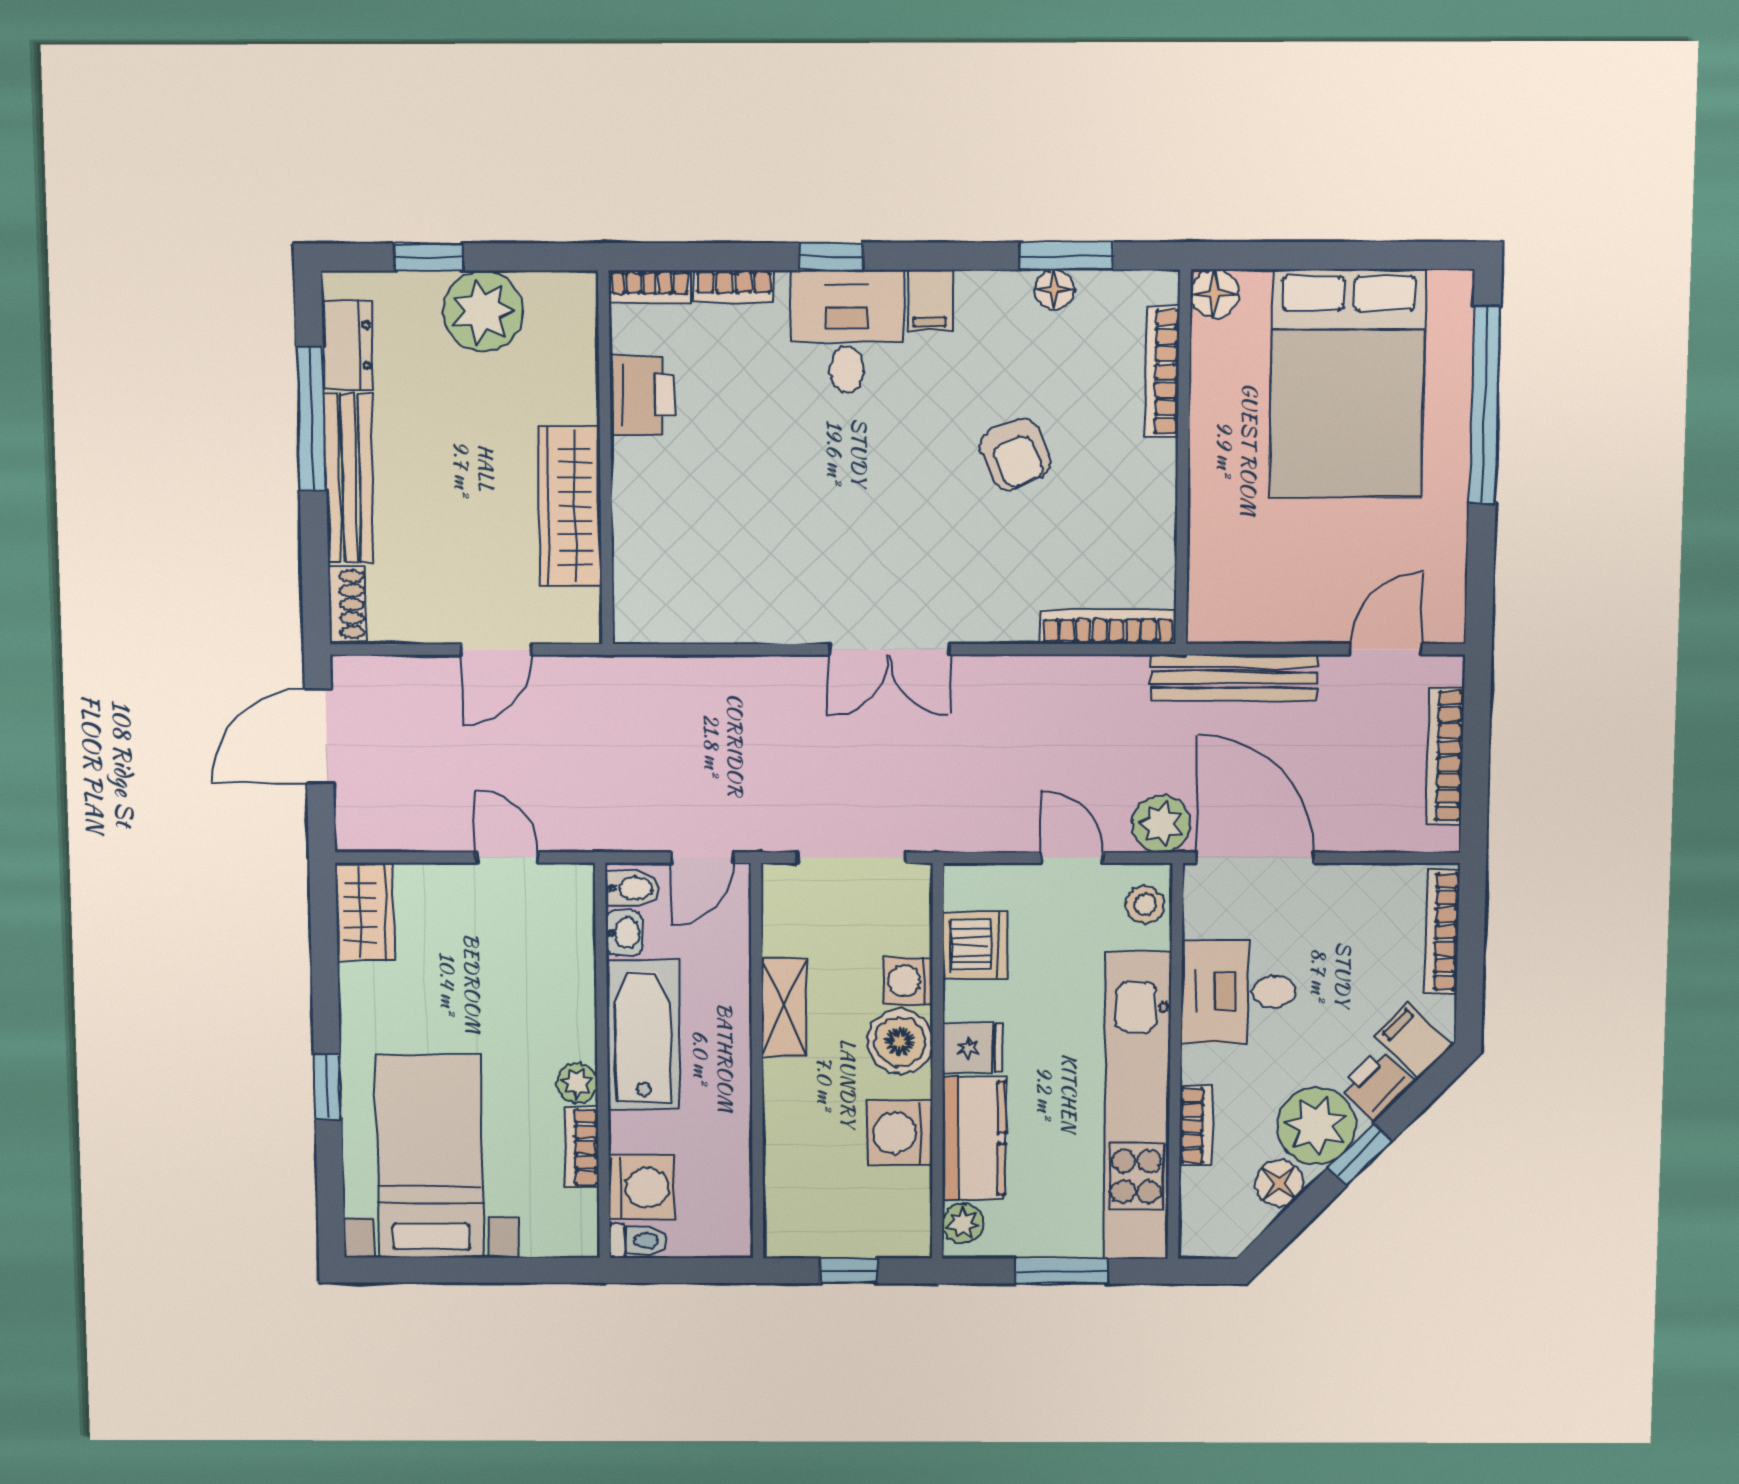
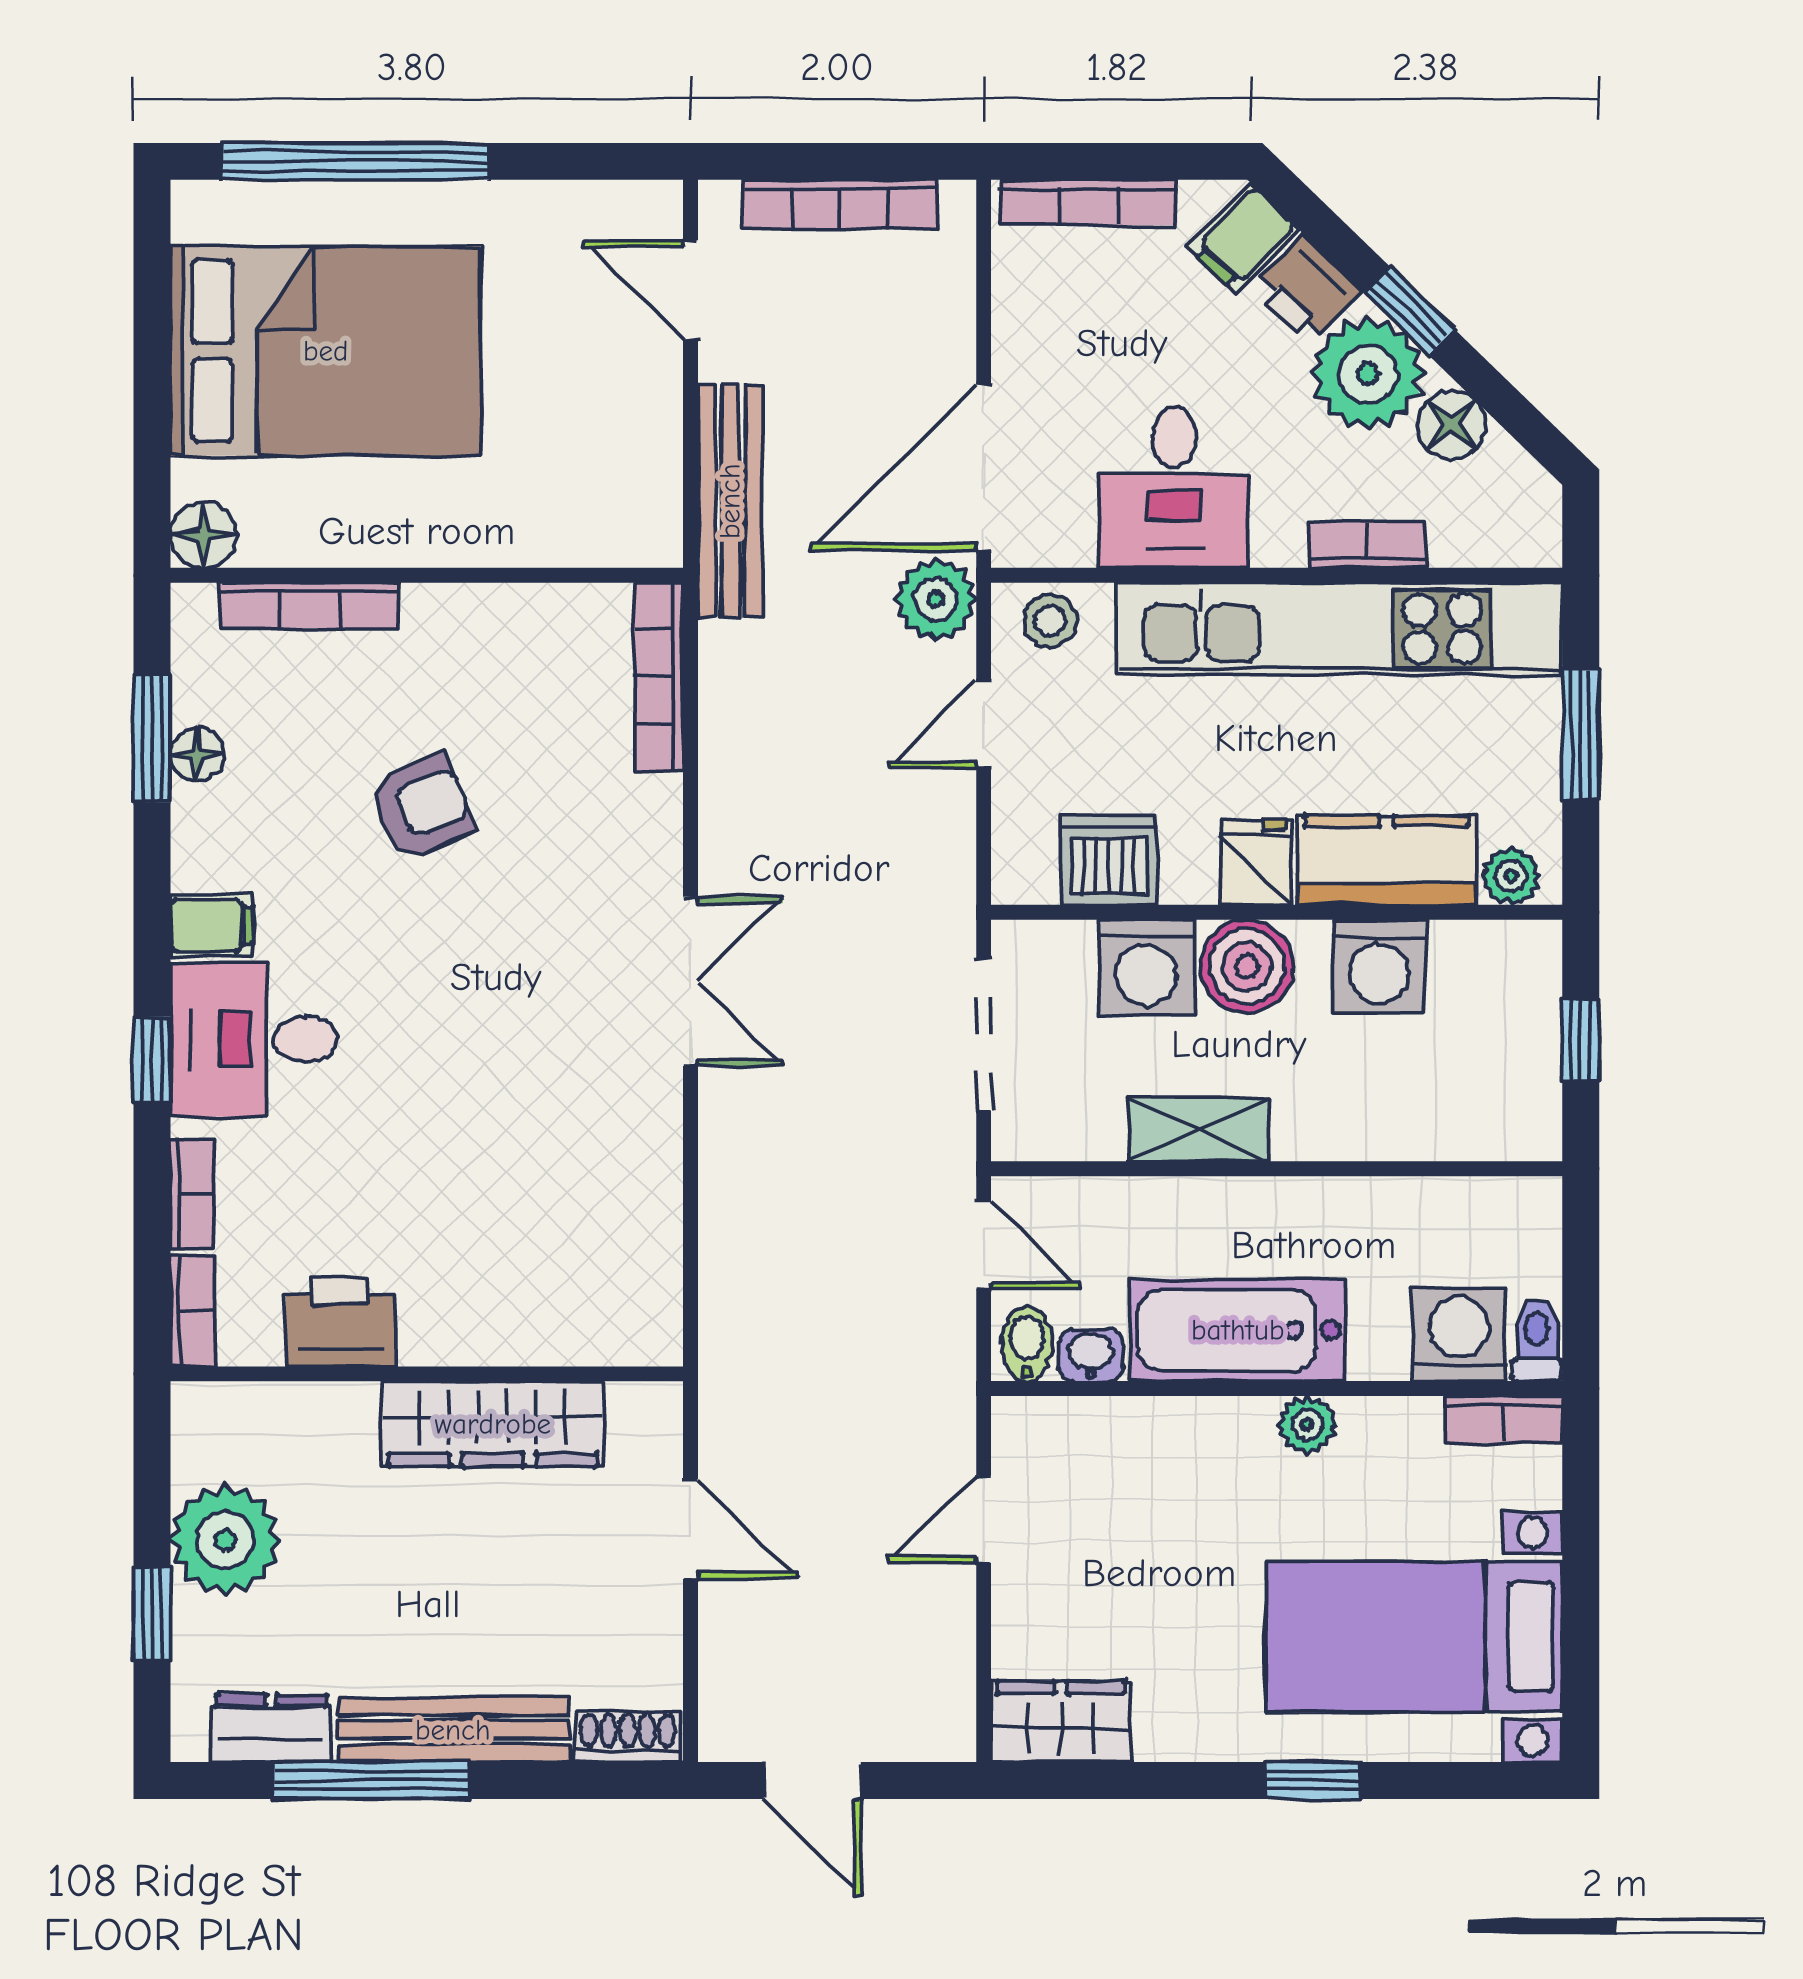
door: (319, 736) -> (812, 1780), width x0.73
washing machine: (908, 981) -> (1147, 967), width x1.38, depth x1.38
bookcase: (582, 1147) -> (1504, 1419), moved

